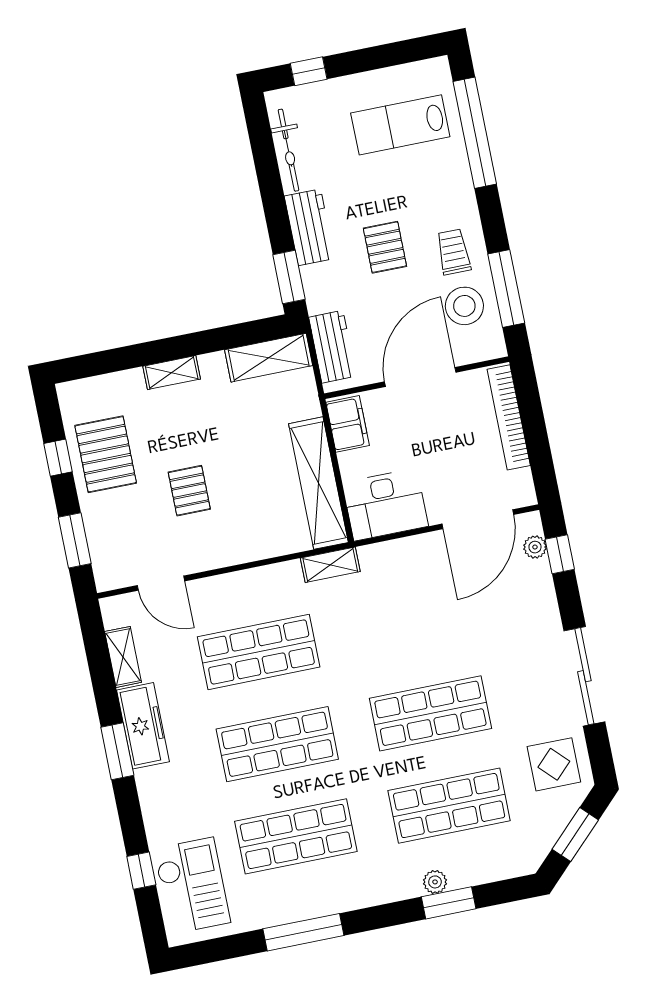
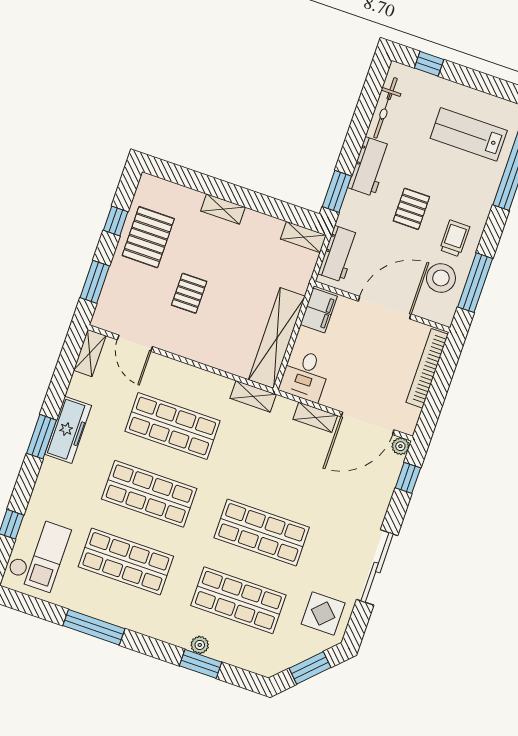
shelving: (269, 358) -> (303, 237), width x0.67, depth x0.75
desk: (385, 505) -> (305, 375), width x0.73
shelving: (415, 547) -> (315, 417), added
plant: (535, 547) -> (400, 446), moved
shelving: (123, 657) -> (90, 353), moved

